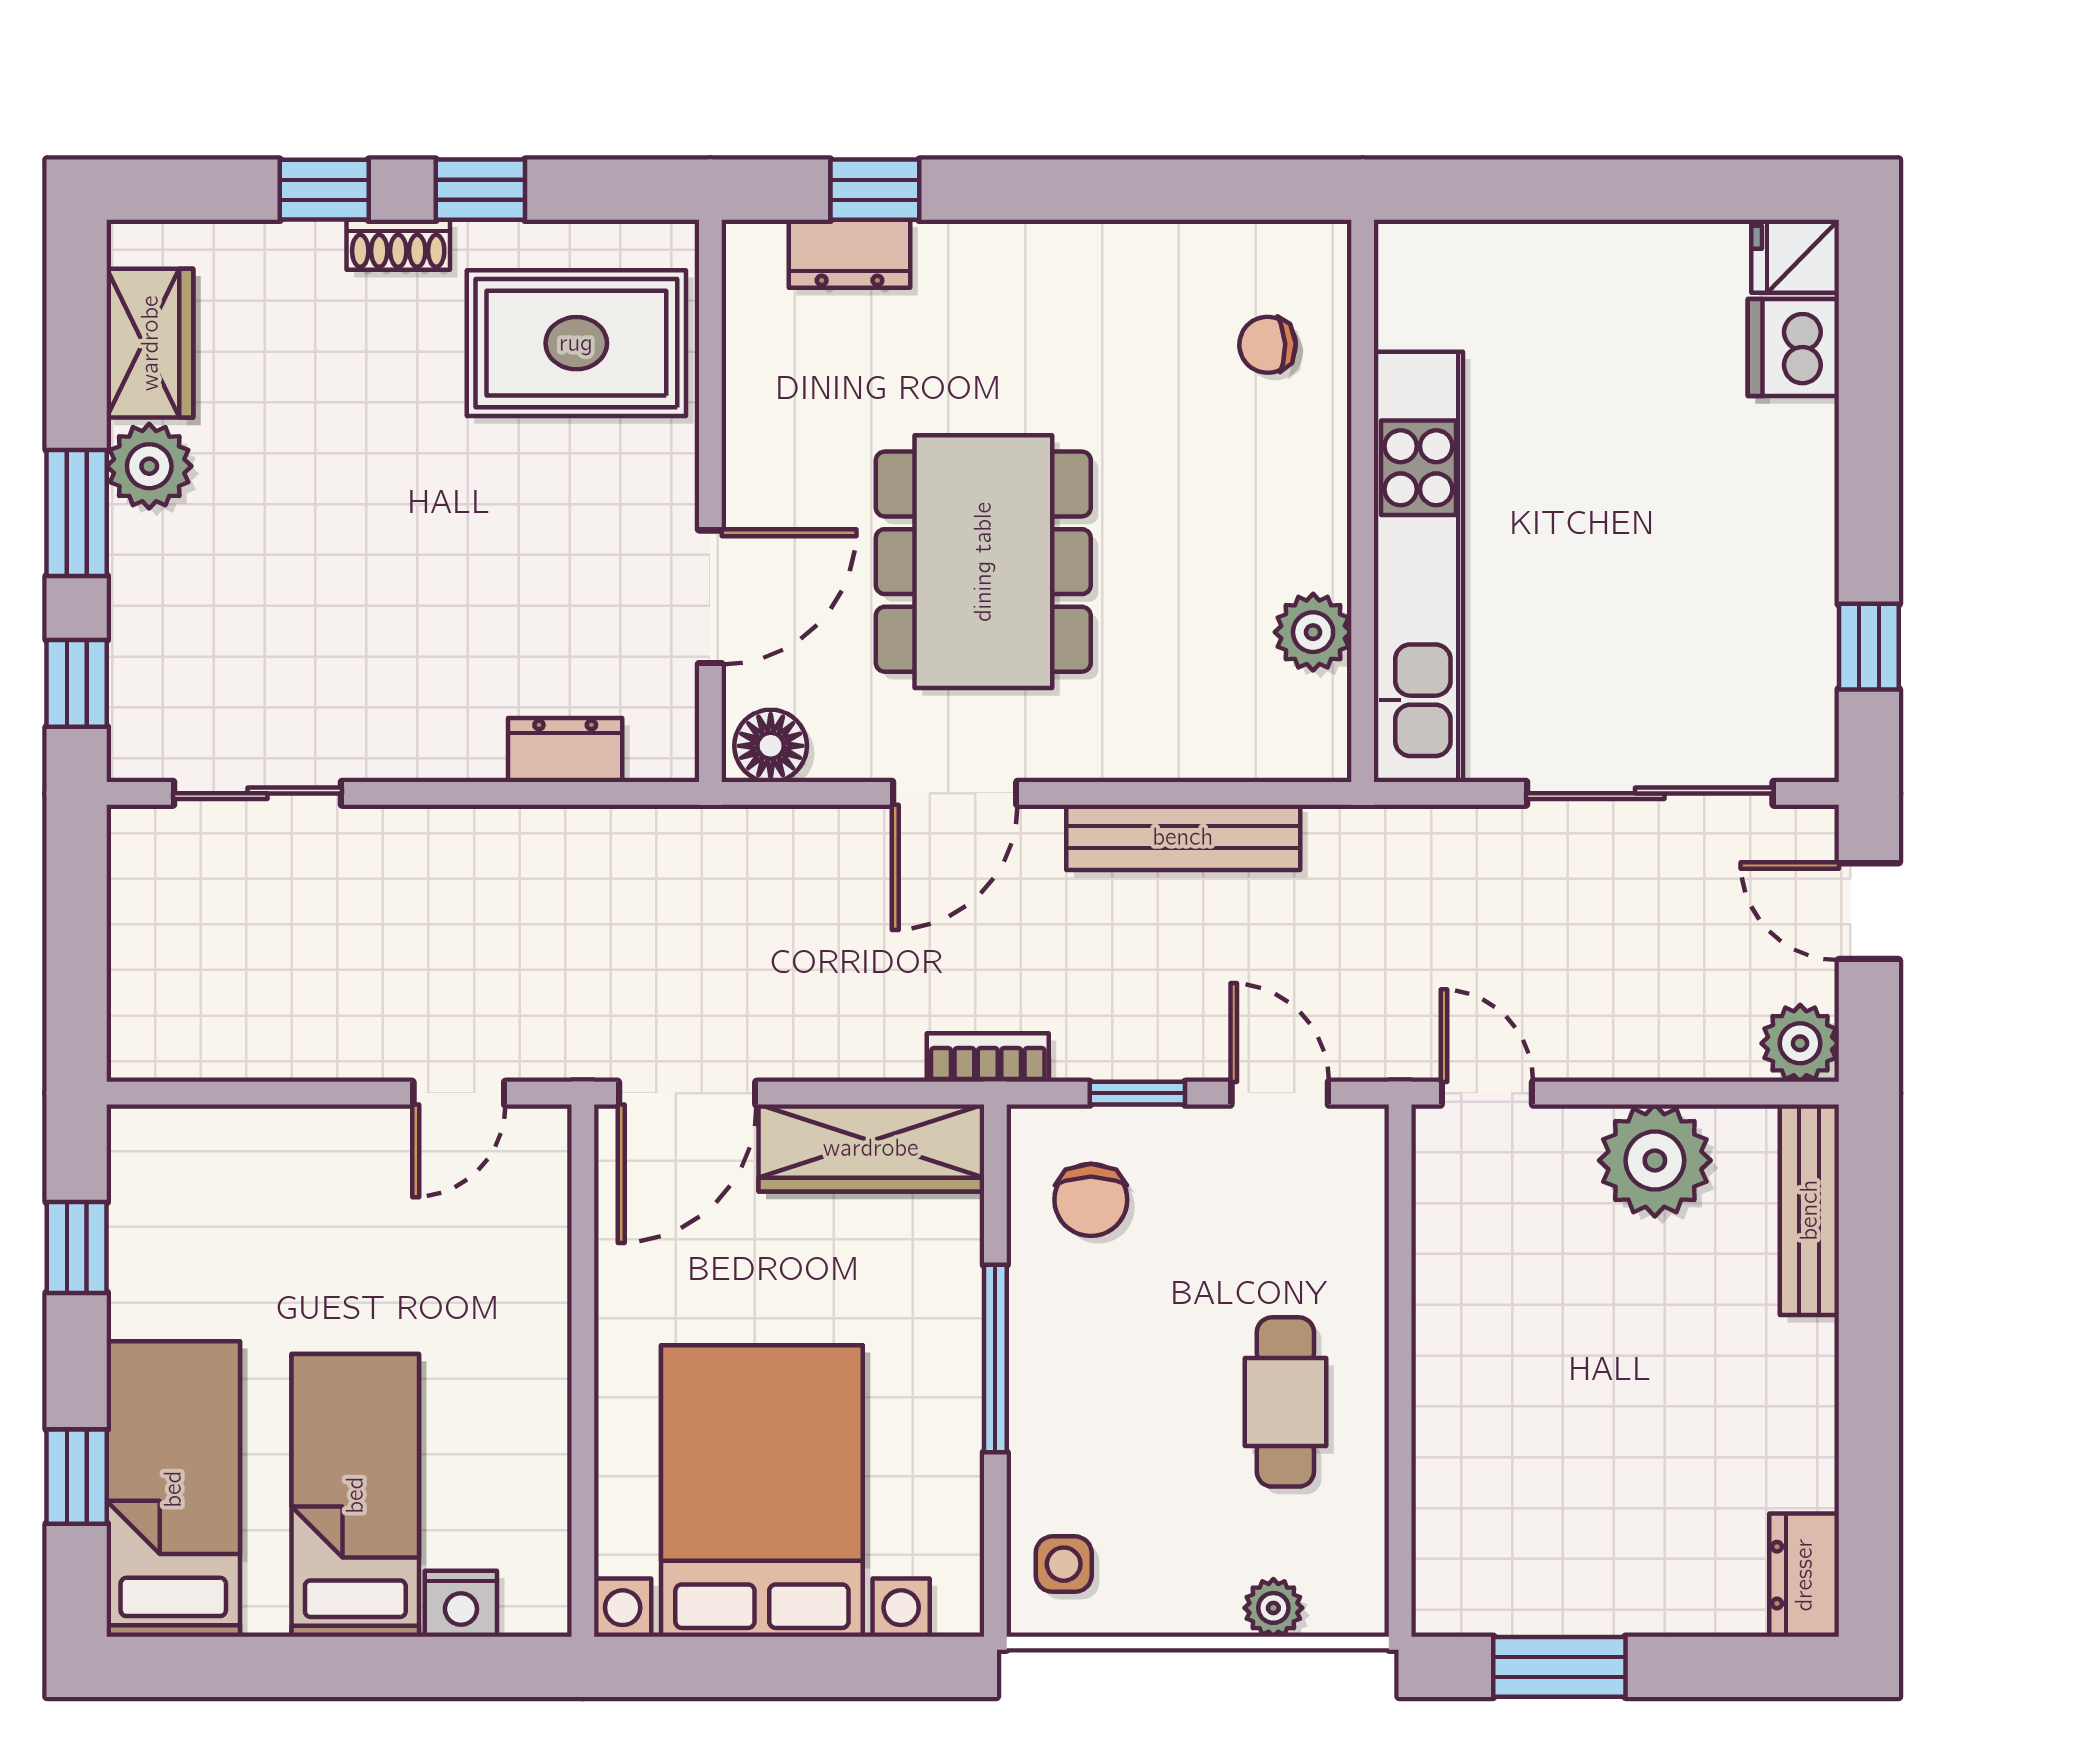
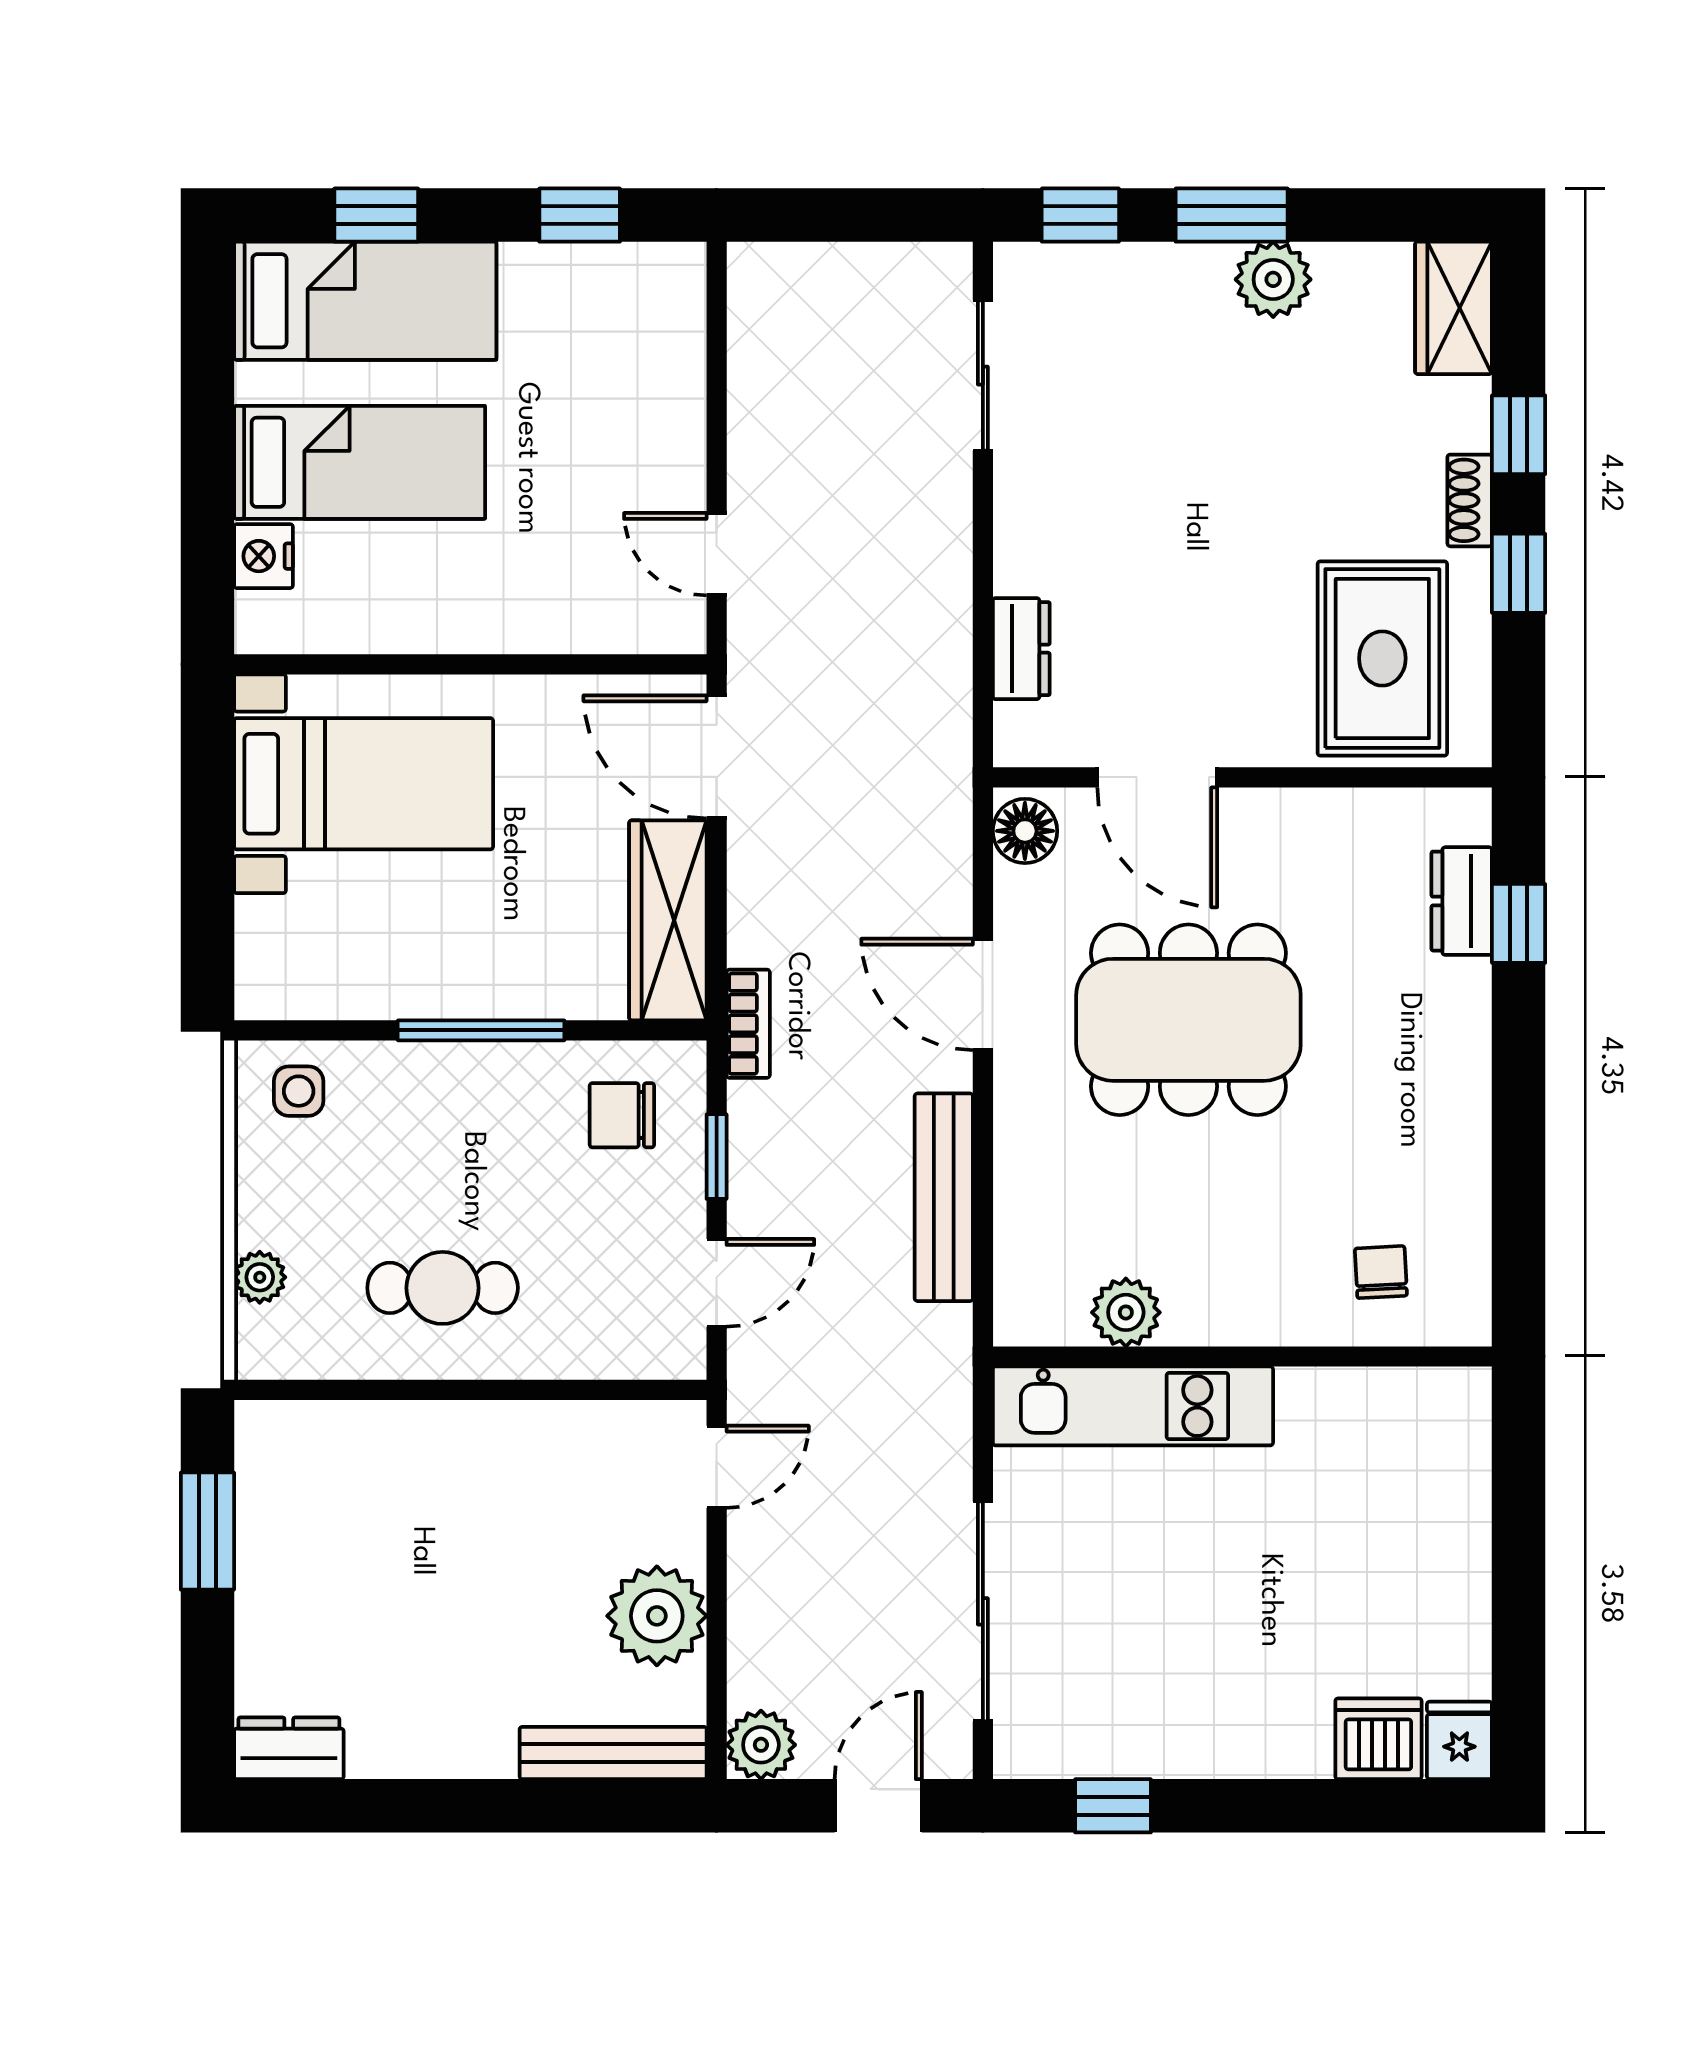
wardrobe: (150, 343) -> (1454, 308), moved, turned 90
kitchen unit: (1418, 567) -> (1133, 1406), width x0.73
bed with nightstands: (762, 1491) -> (364, 784), width x0.73

